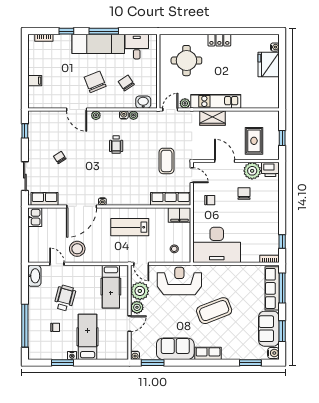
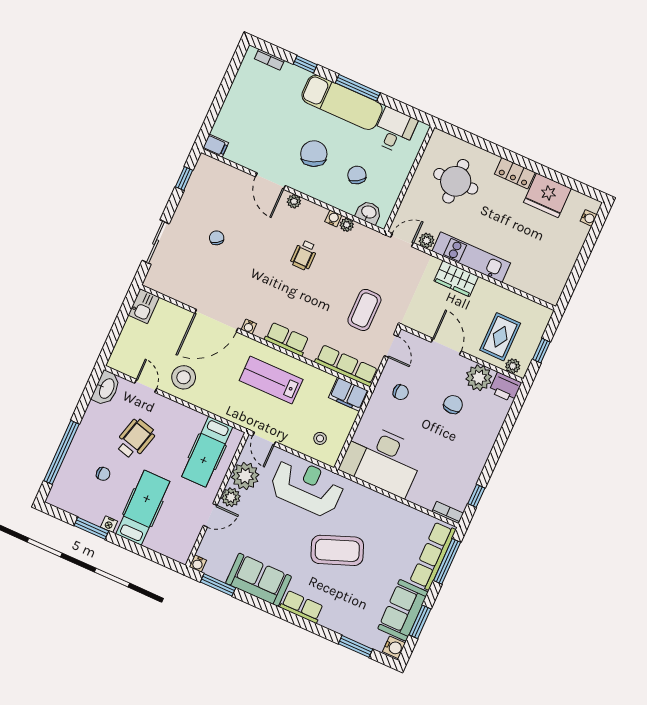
fridge: (269, 65) -> (547, 195), moved, turned -90
filing cabinet: (35, 81) -> (216, 146), moved
plant: (269, 155) -> (513, 366), added
row of seats: (45, 199) -> (287, 339), moved

